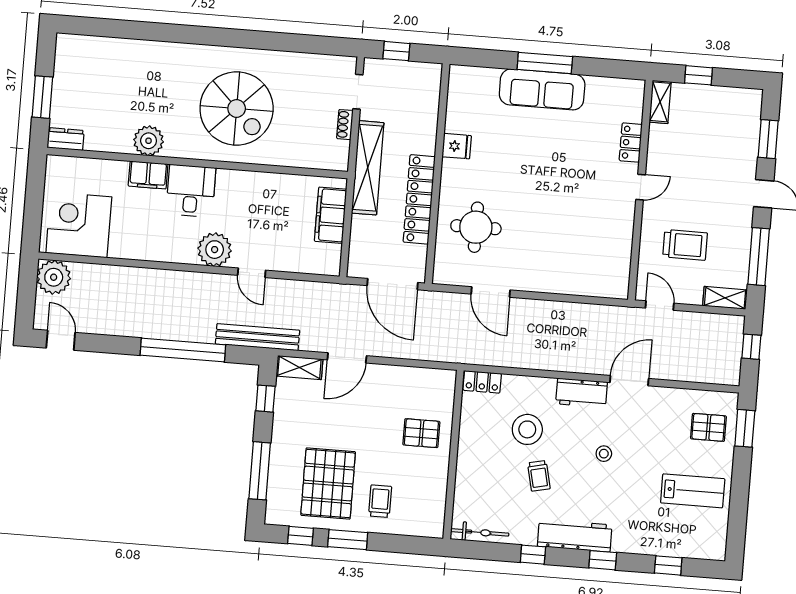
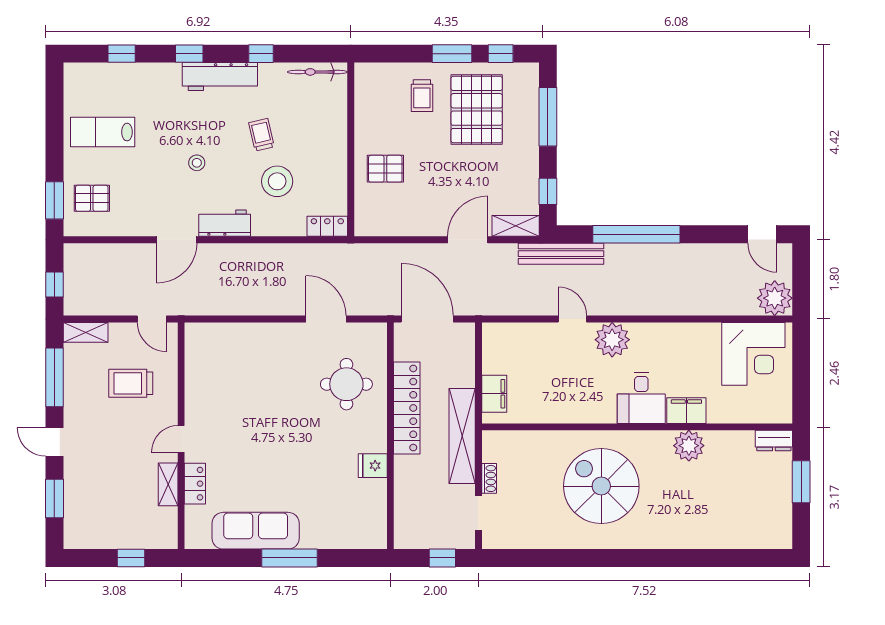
sofa: (542, 89) -> (256, 531), moved
shelving: (660, 102) -> (168, 484), moved
filing cabinet: (331, 215) -> (494, 394), width x0.67, depth x0.86

